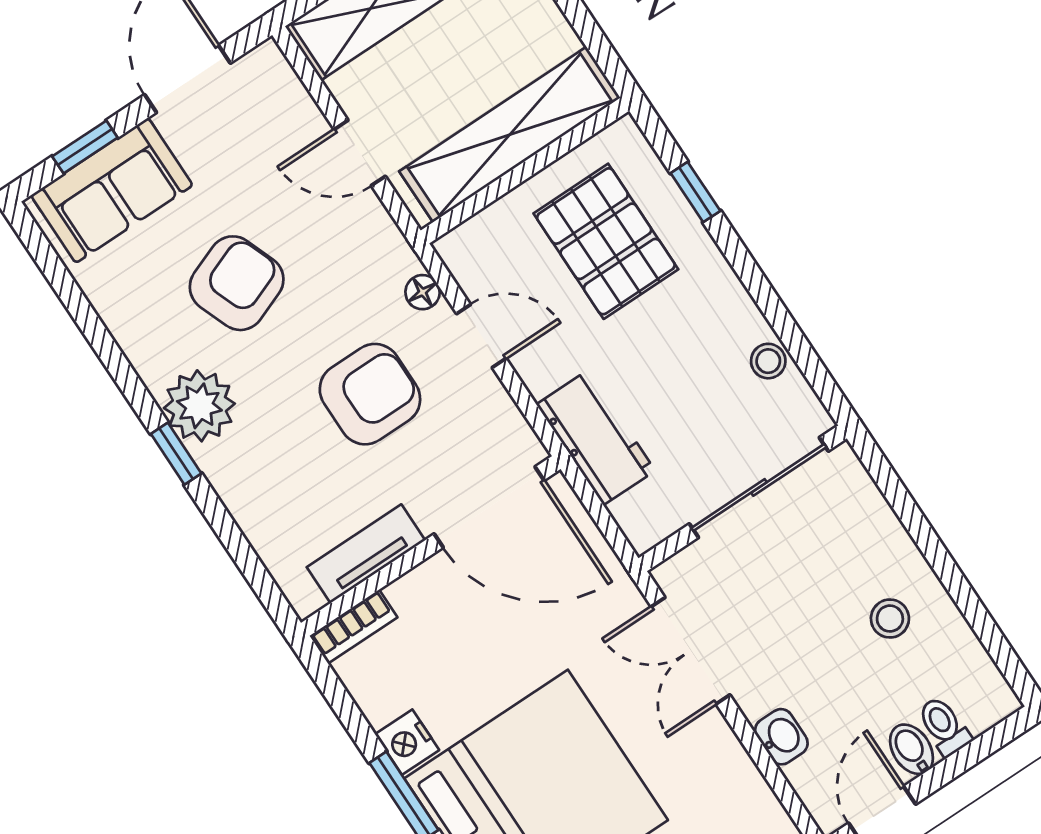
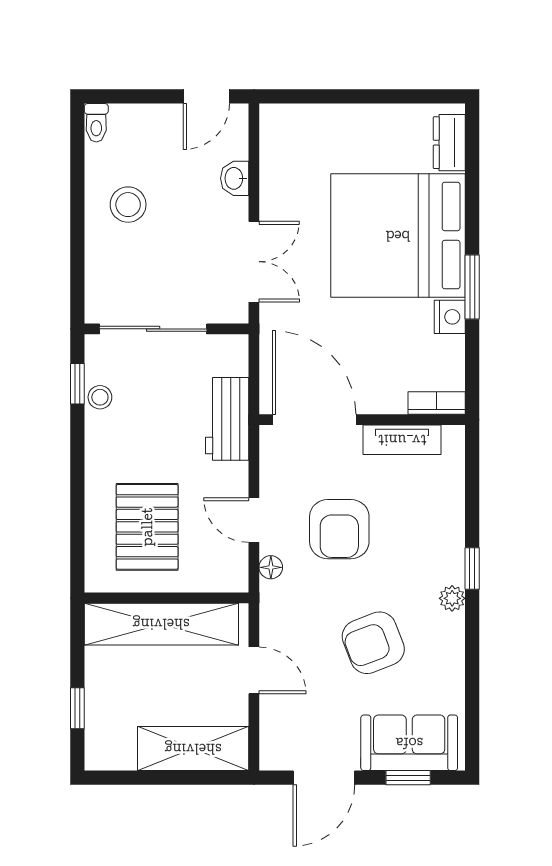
window: (695, 192) -> (77, 384), moved
armchair: (370, 394) -> (339, 529), turned -90
plant: (199, 406) -> (452, 598), width x0.53, depth x0.53
stool: (890, 619) -> (128, 205), width x1.37, depth x1.37
toilet: (944, 726) -> (96, 123), moved
bidet: (911, 749) -> (165, 122), removed

